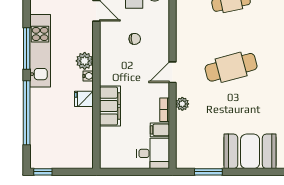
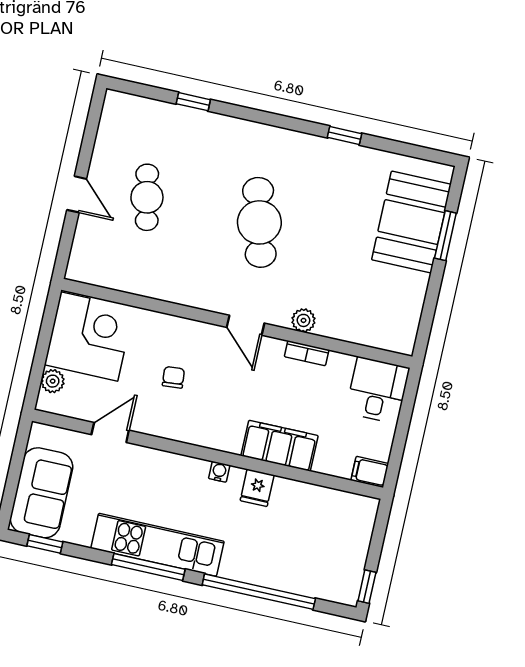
plant: (85, 61) -> (192, 472), removed
filing cabinet: (160, 130) -> (370, 472), moved, turned 90
window: (208, 172) -> (445, 236), moved

